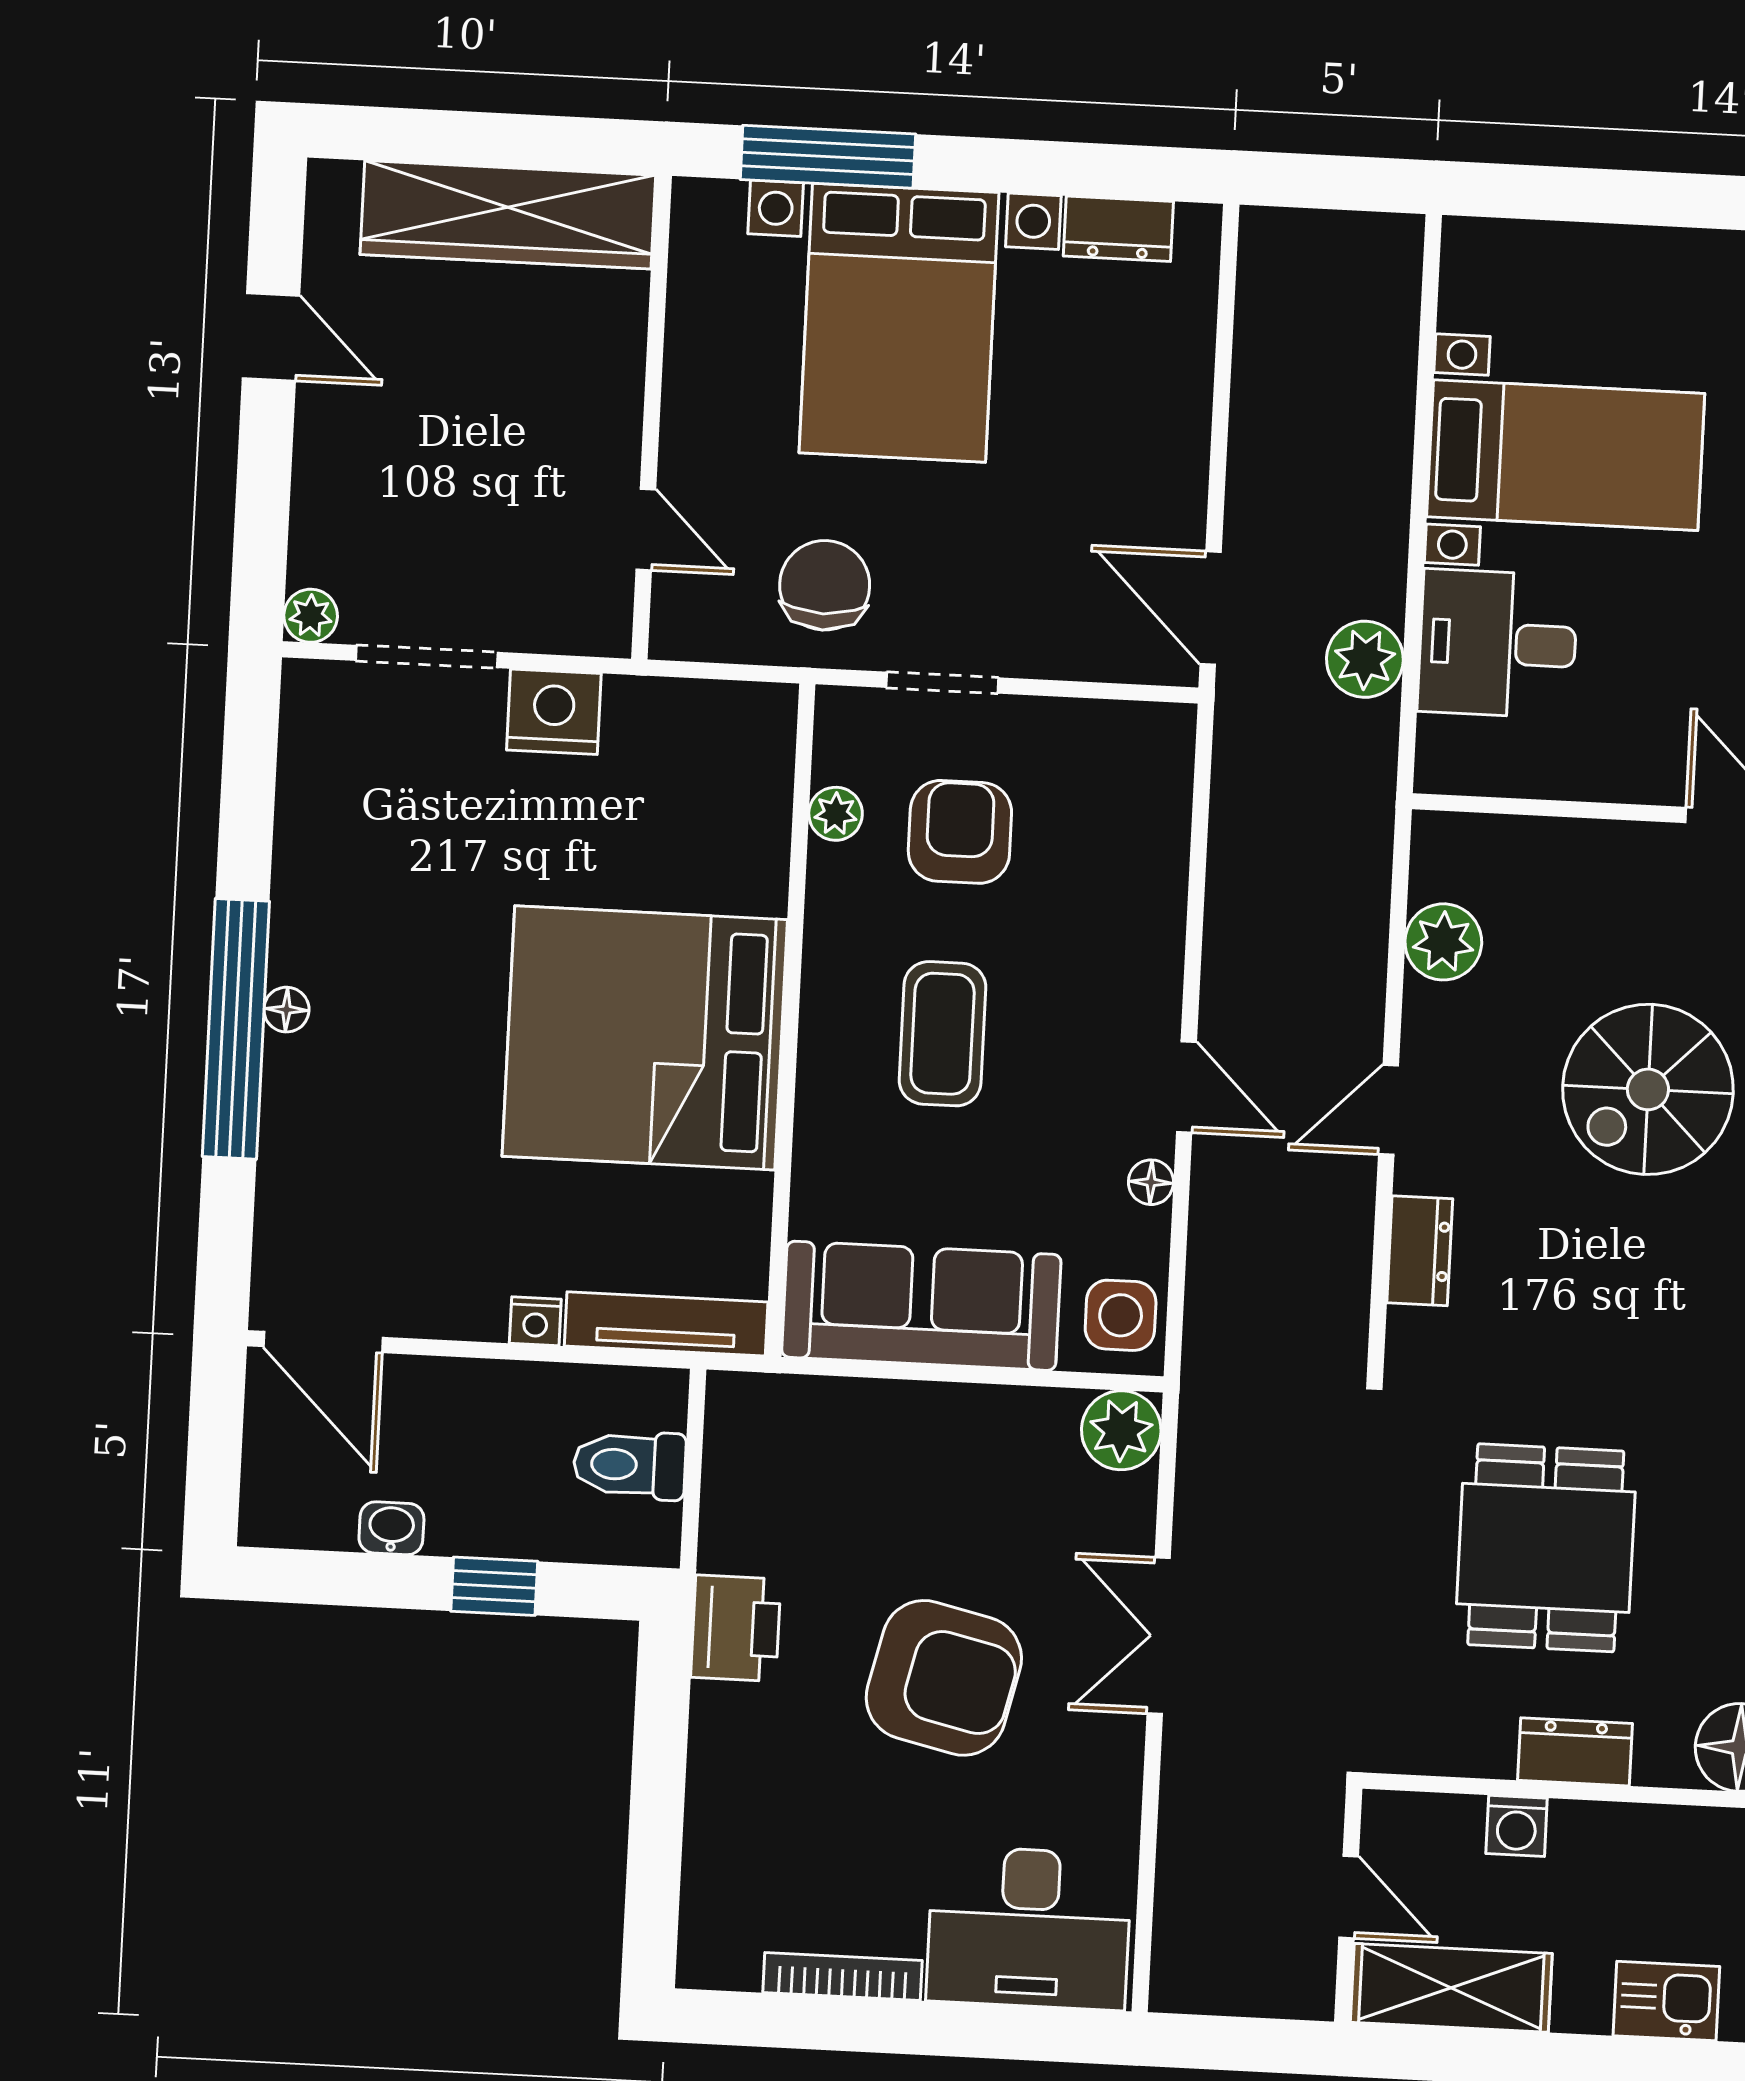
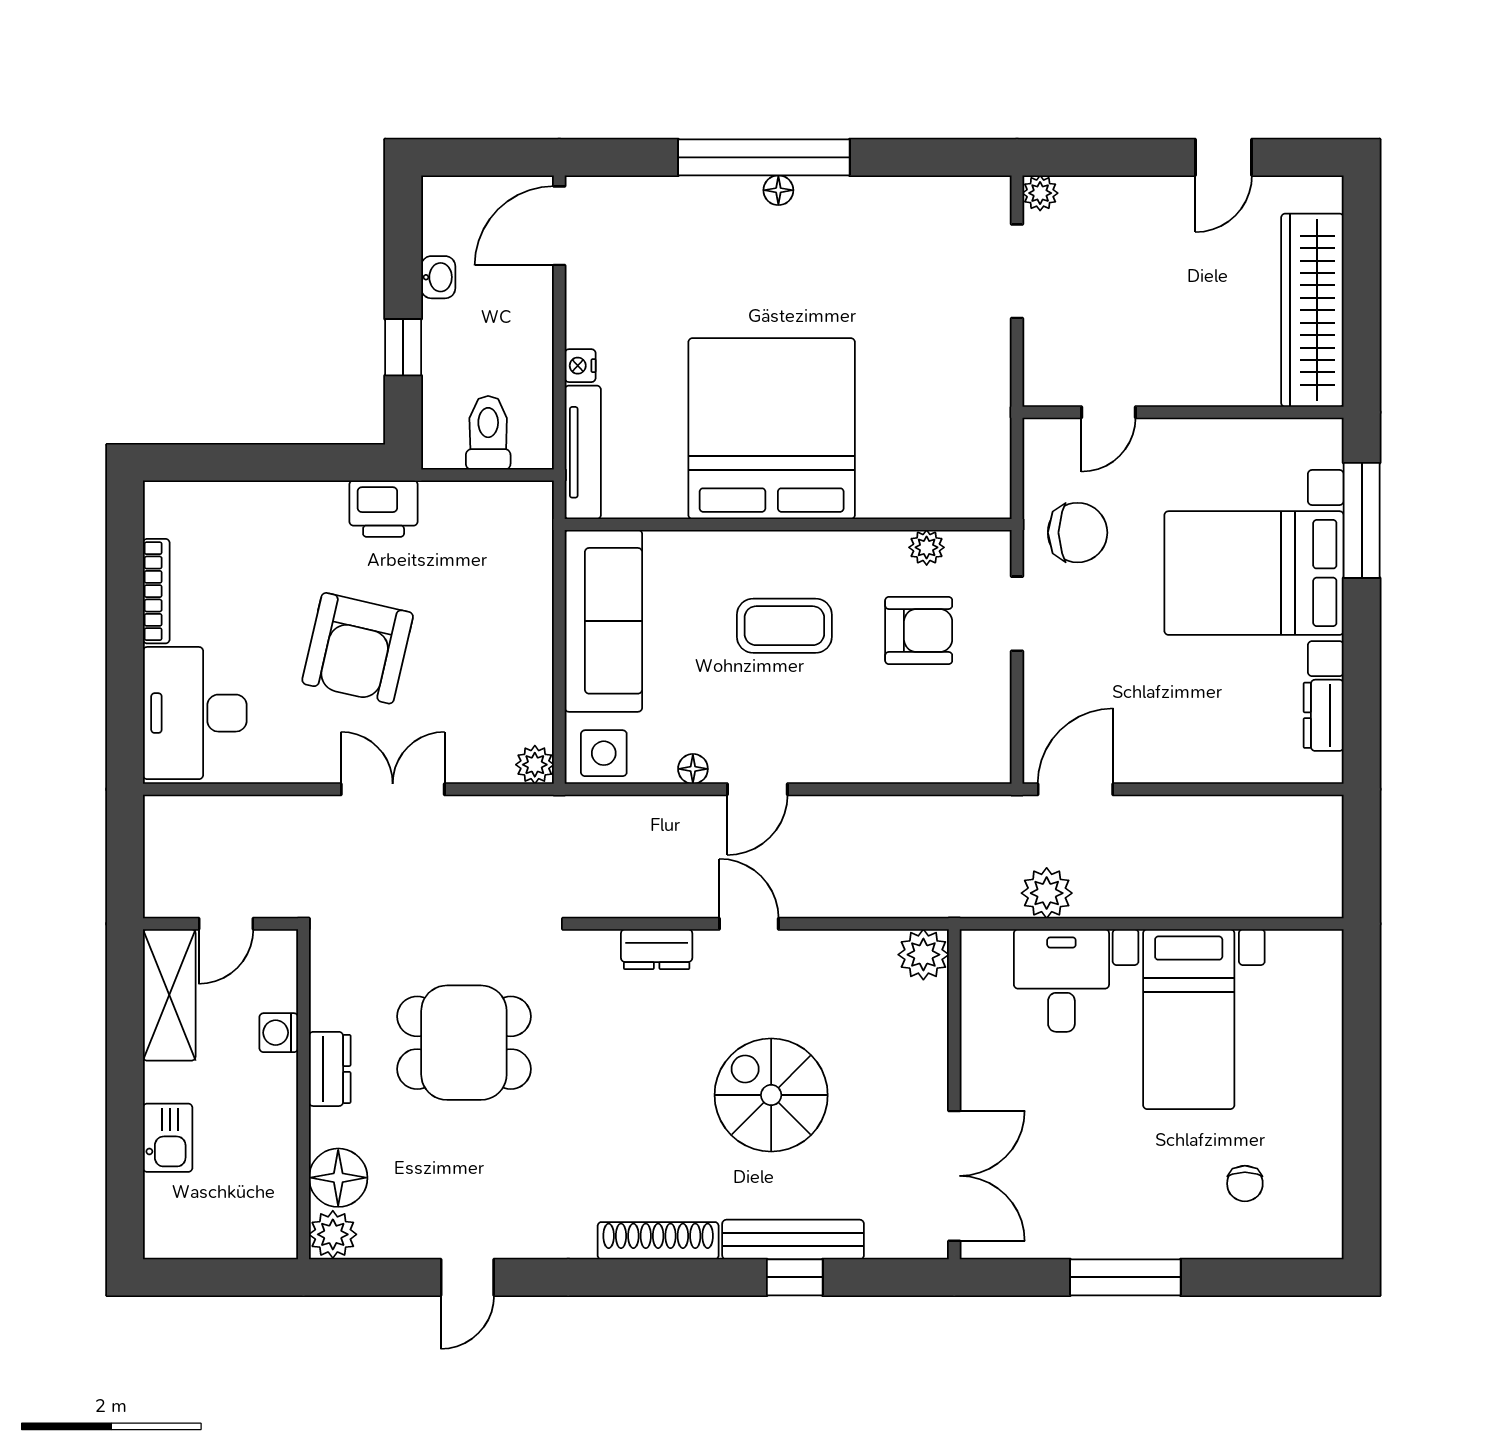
nightstand: (554, 712) -> (985, 357), removed
plant: (1443, 942) -> (923, 955), moved
plant: (1121, 1430) -> (535, 765), width x0.73, depth x0.73

